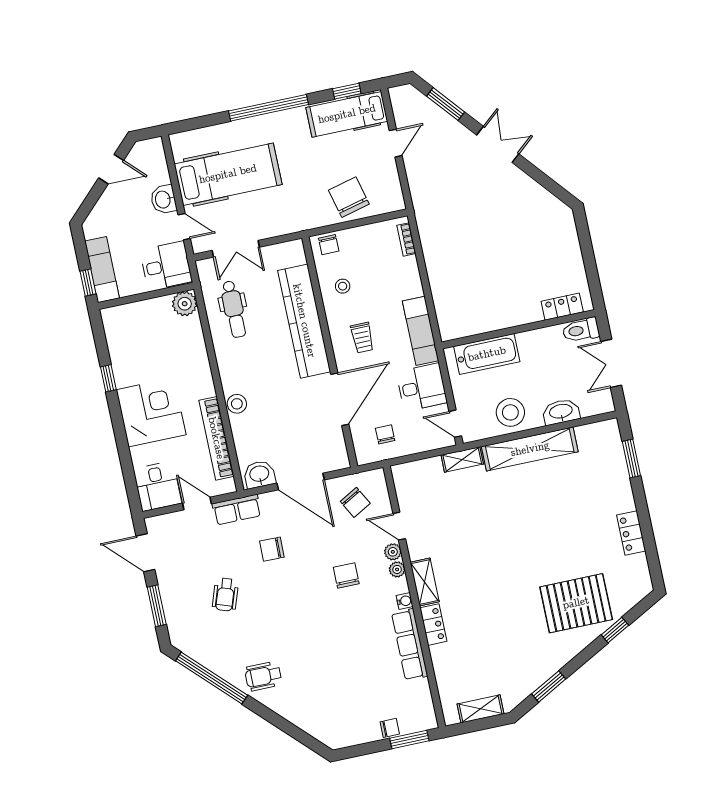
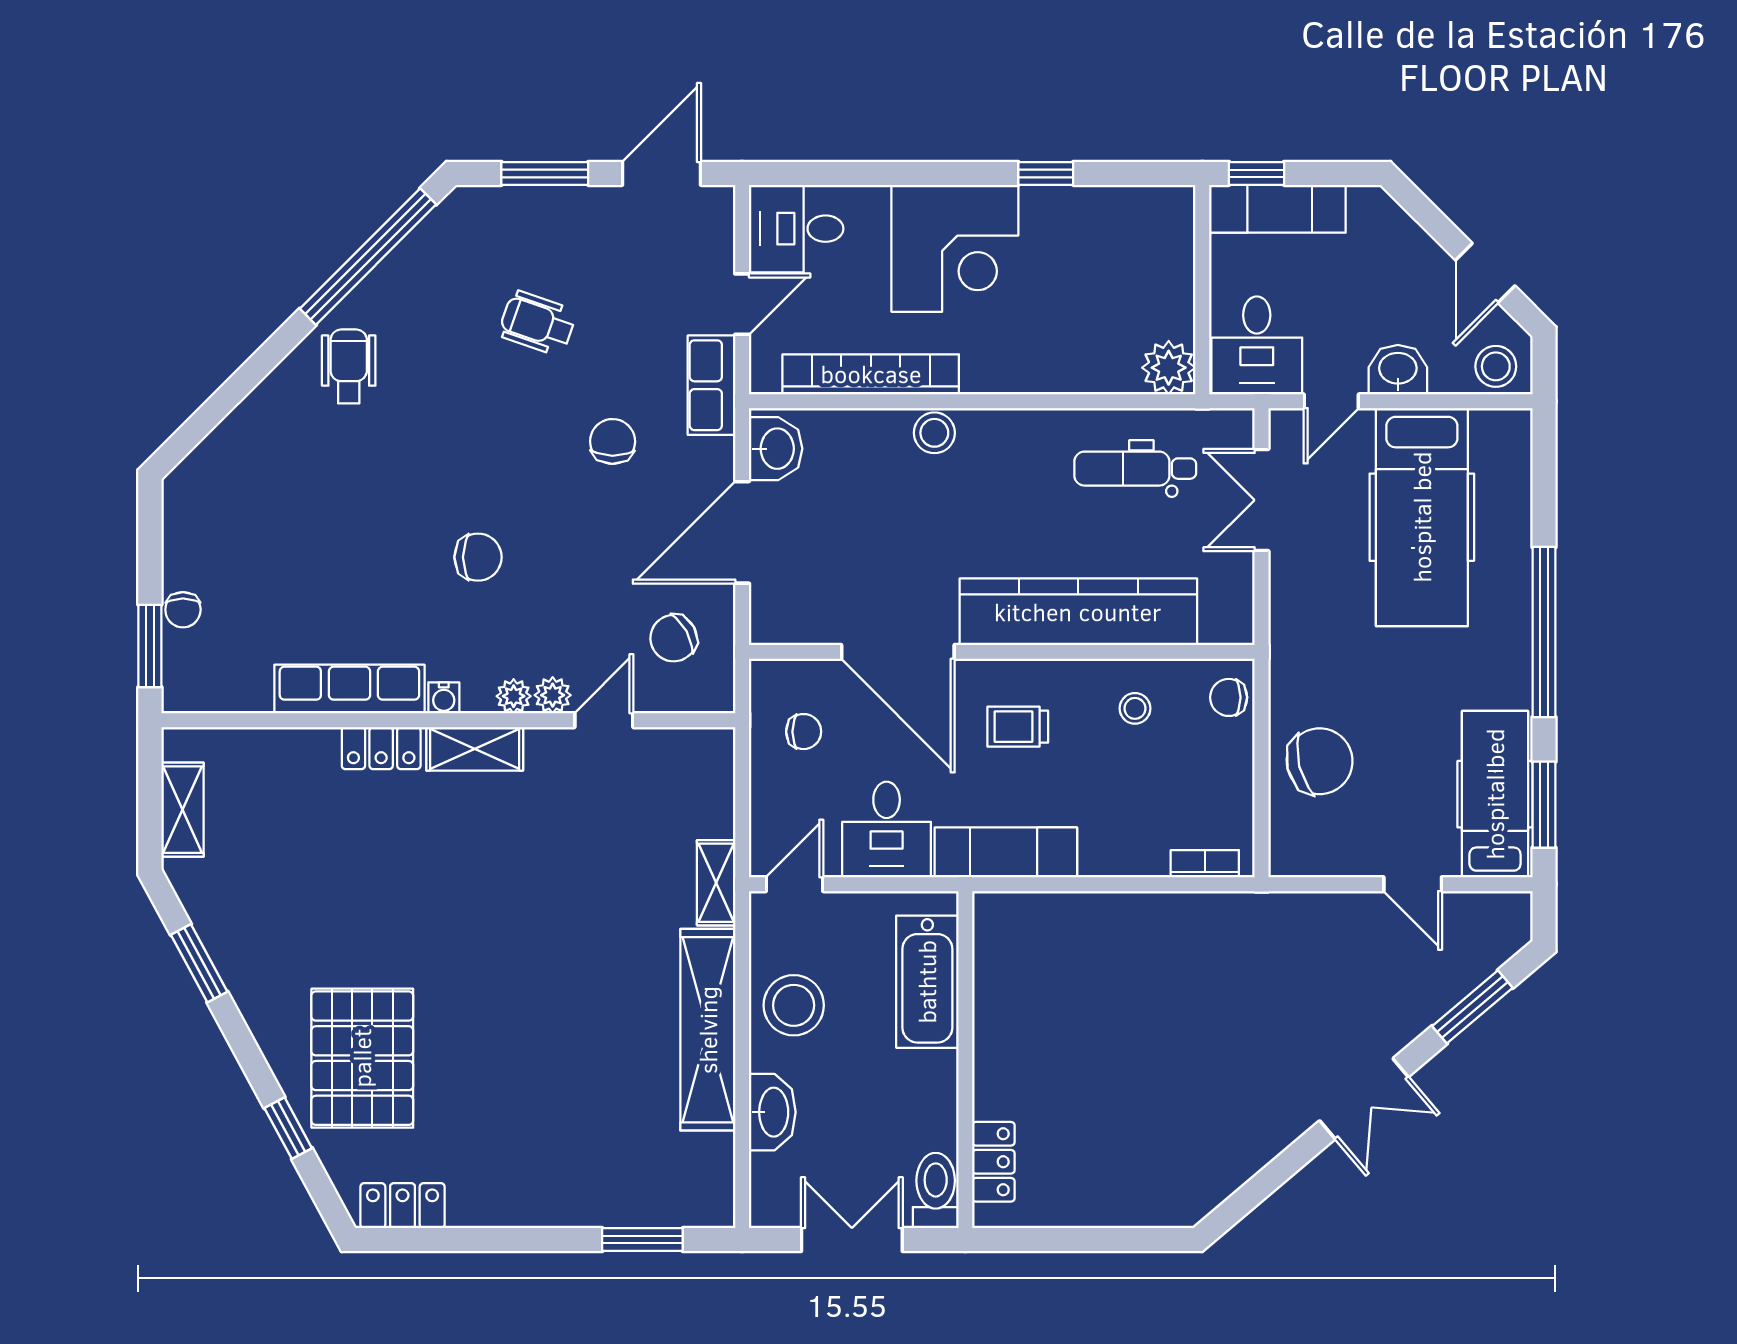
window: (347, 91) -> (1544, 805), width x1.50
stool: (153, 155) -> (1496, 366), added
locker: (631, 533) -> (403, 1206), moved
chair: (346, 576) -> (478, 557), moved

